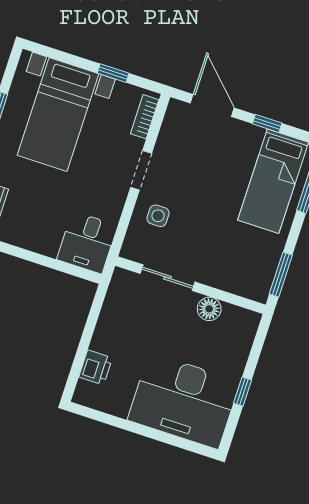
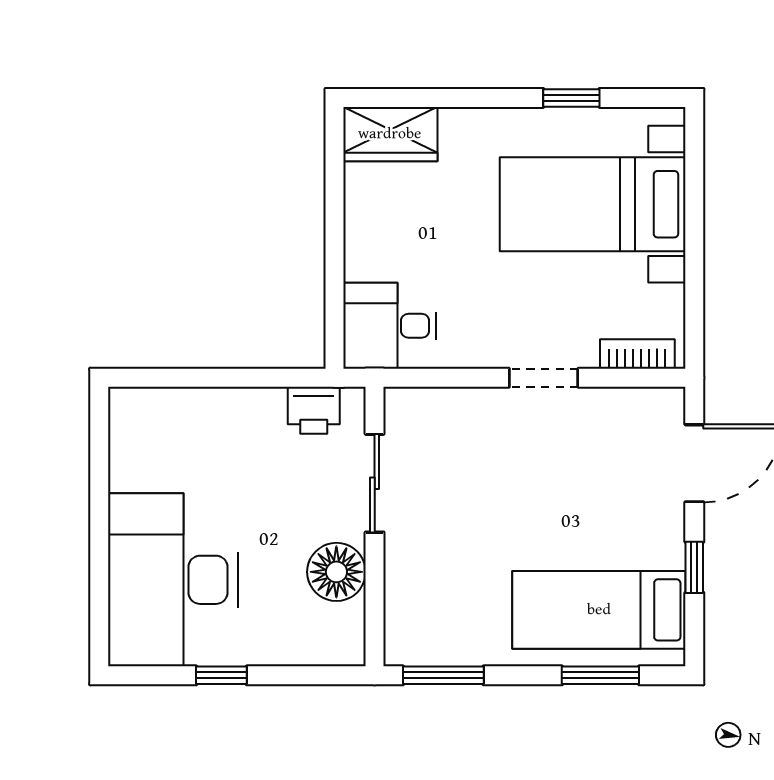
window: (113, 73) -> (694, 276), removed
side table: (158, 216) -> (475, 432), removed
floor lamp: (209, 309) -> (336, 572), width x1.38, depth x1.38
printer: (96, 367) -> (314, 410), moved

